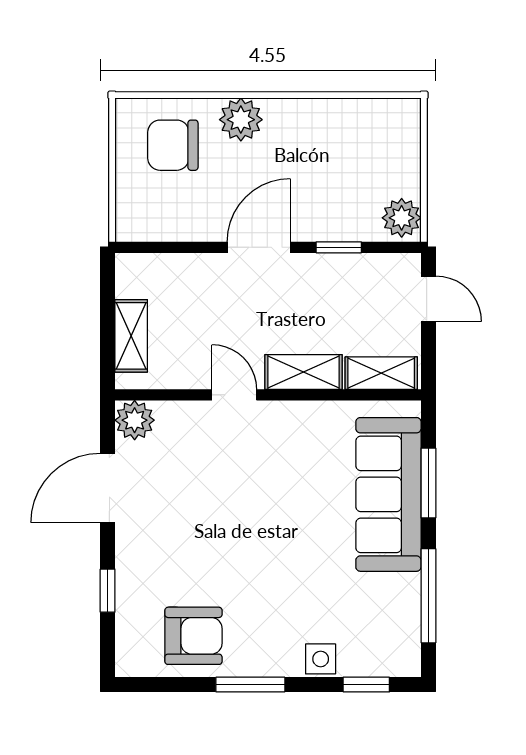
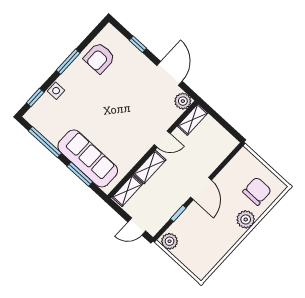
shelving: (131, 336) -> (193, 120), moved, turned 90

